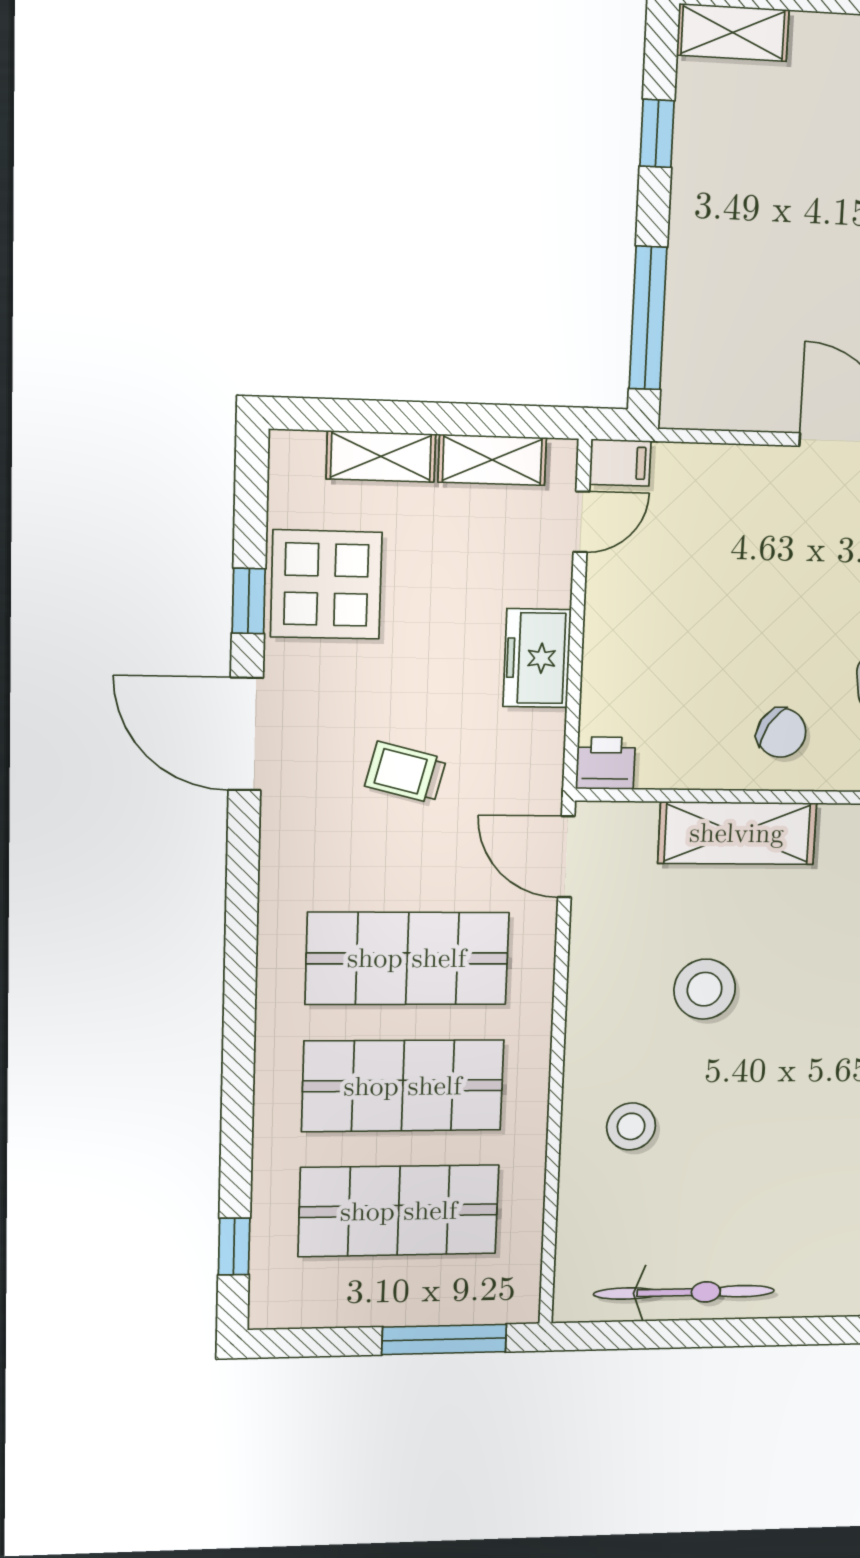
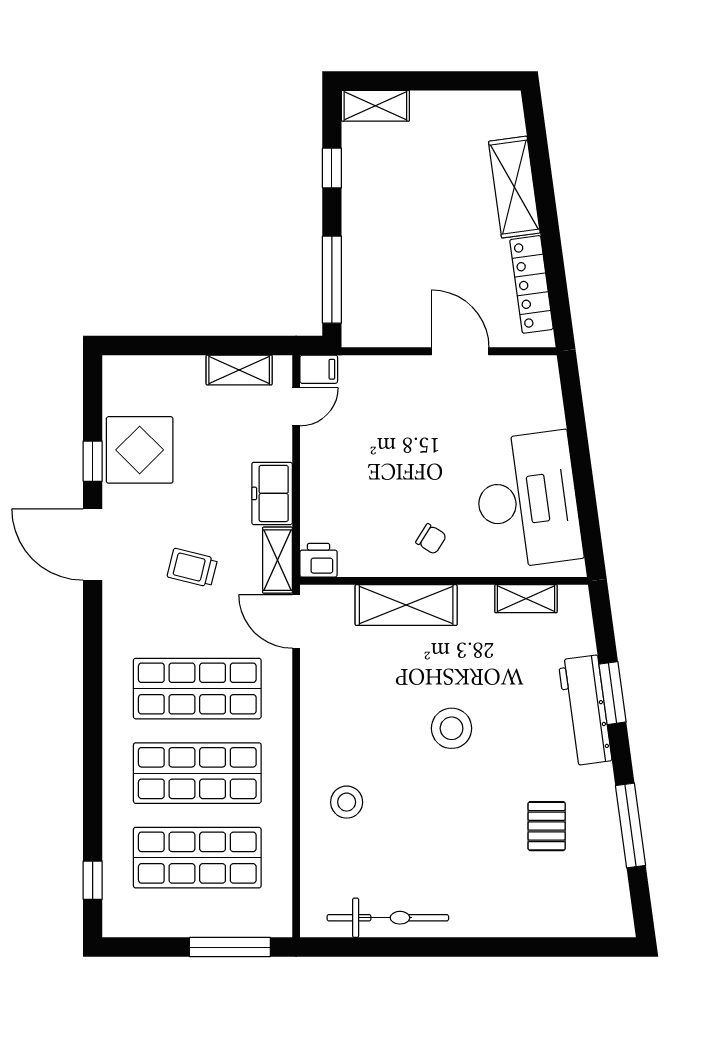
shelving: (381, 456) -> (277, 560), moved, turned 90
chair: (781, 733) -> (431, 539), width x0.73, depth x0.73
stool: (705, 989) -> (452, 728), moved

